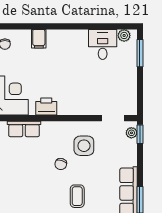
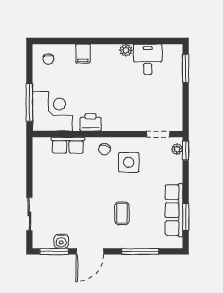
plant: (124, 35) -> (126, 50), moved
chair: (61, 164) -> (105, 149), moved

